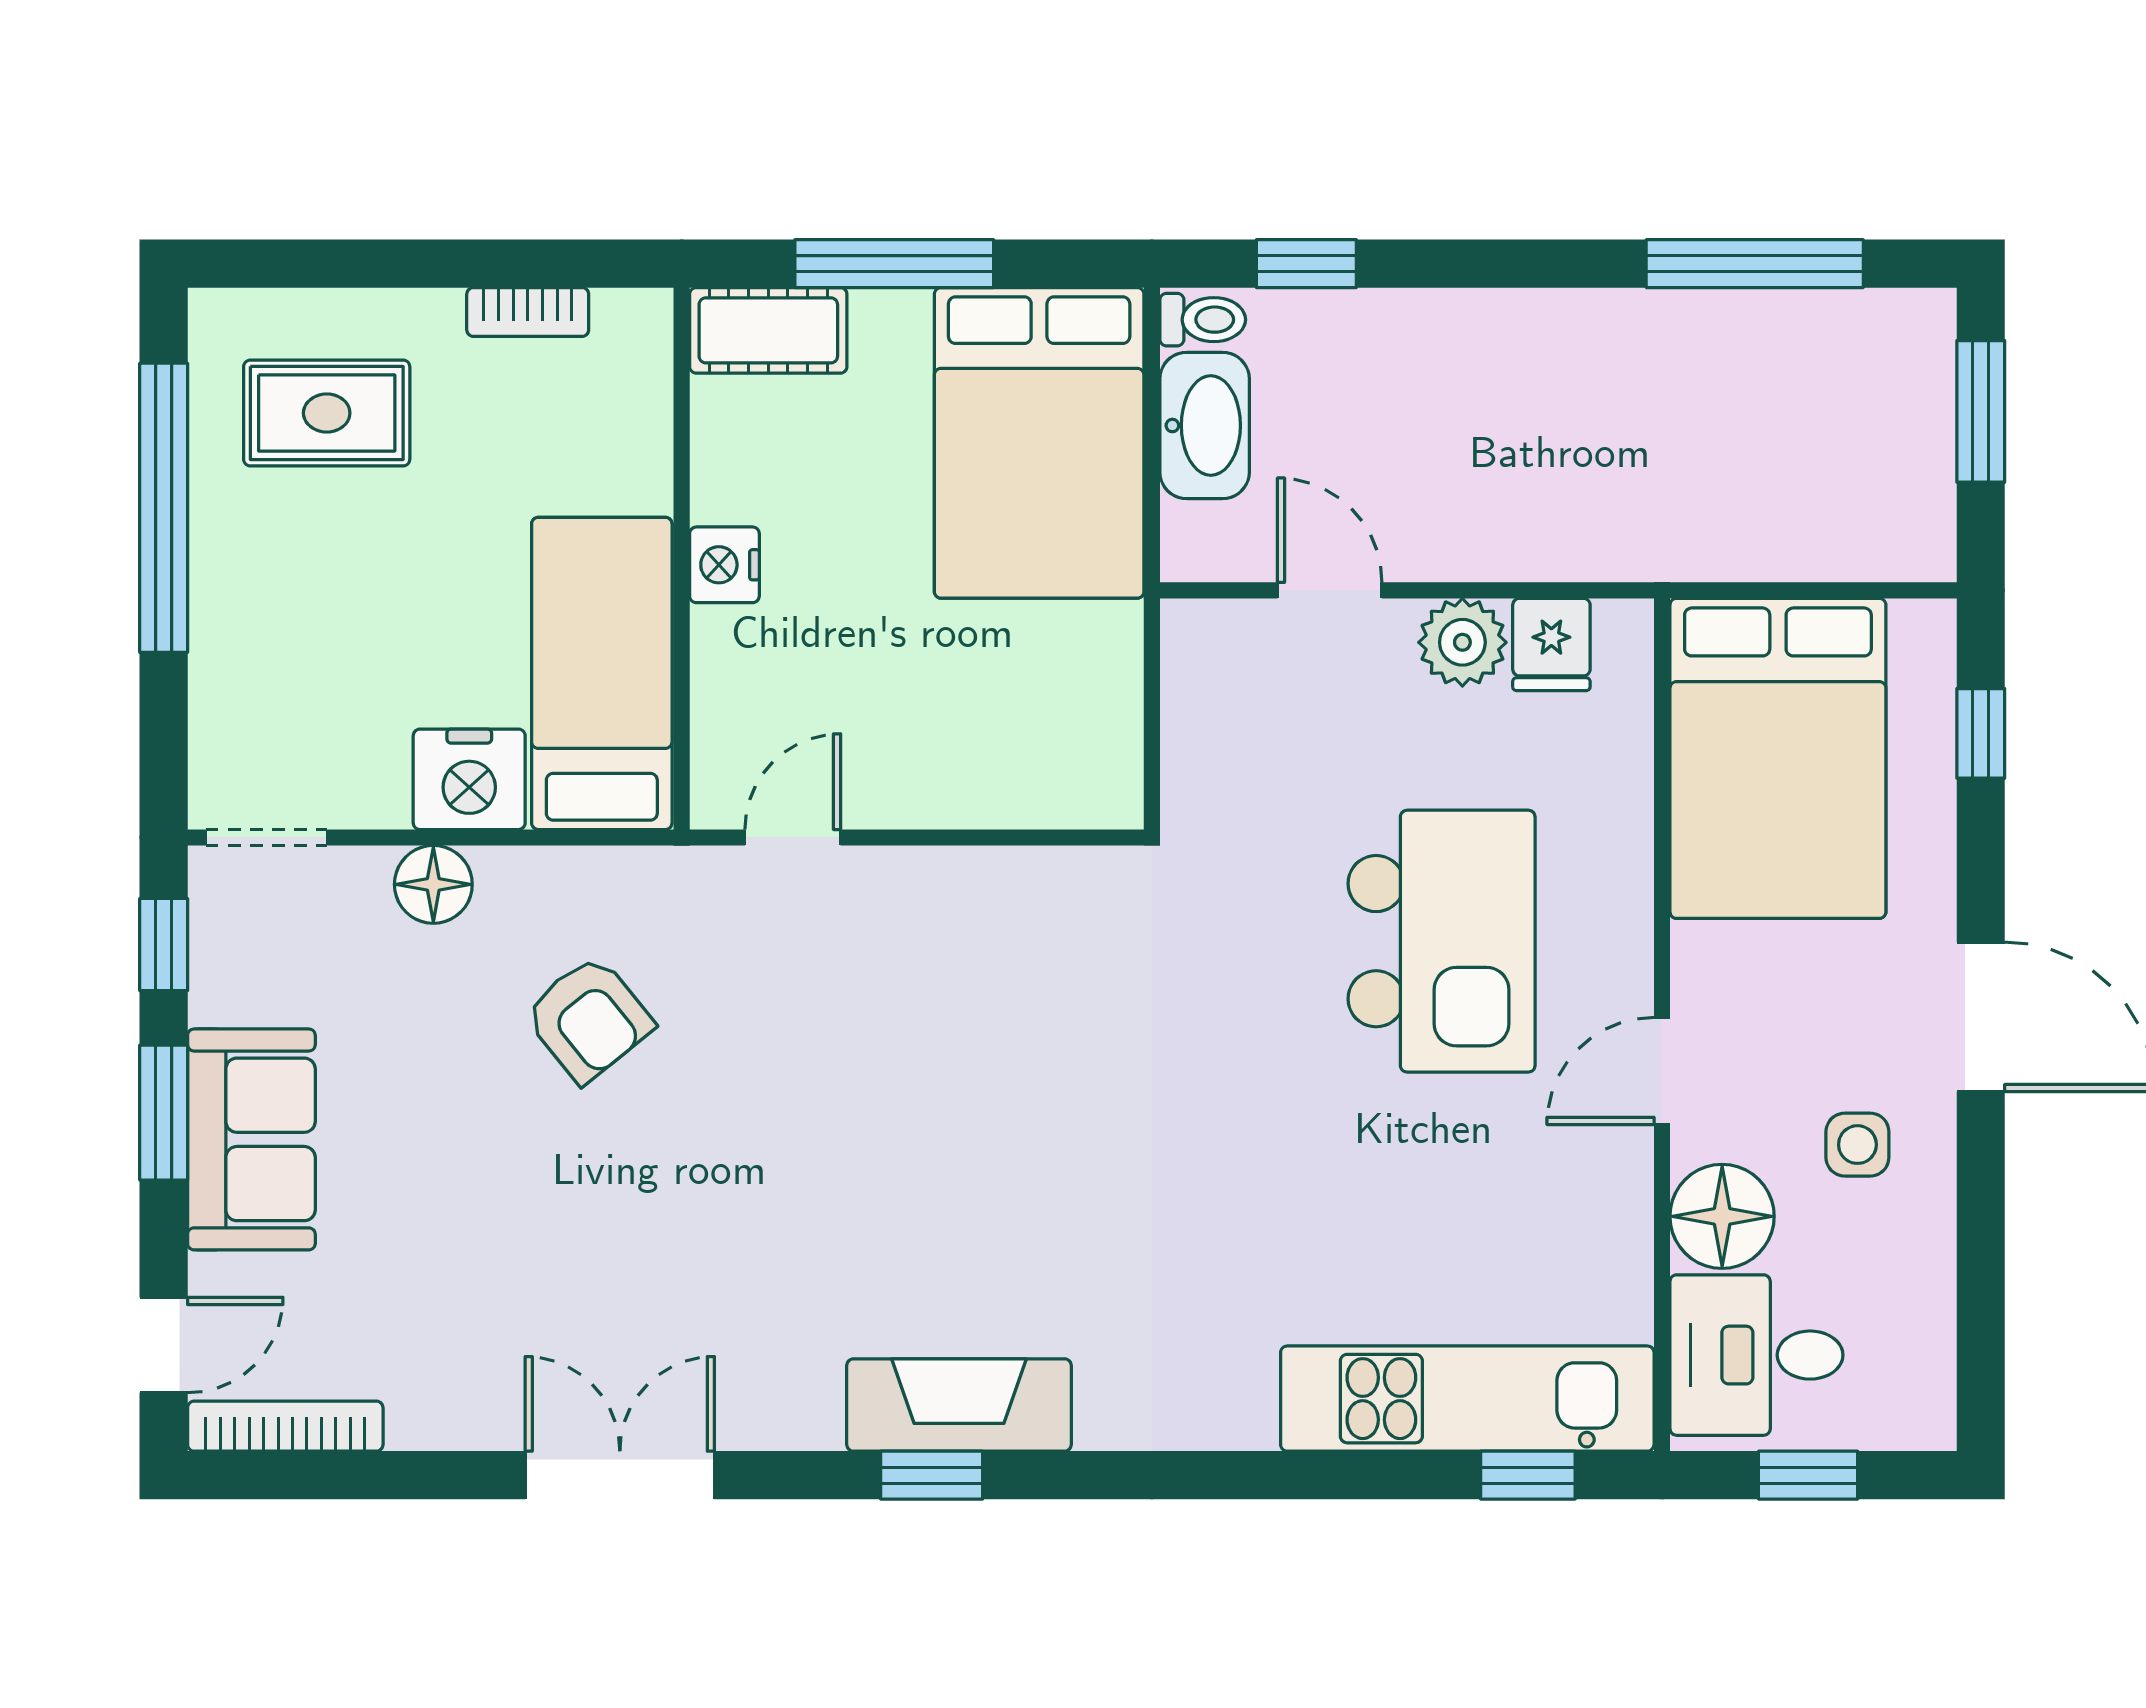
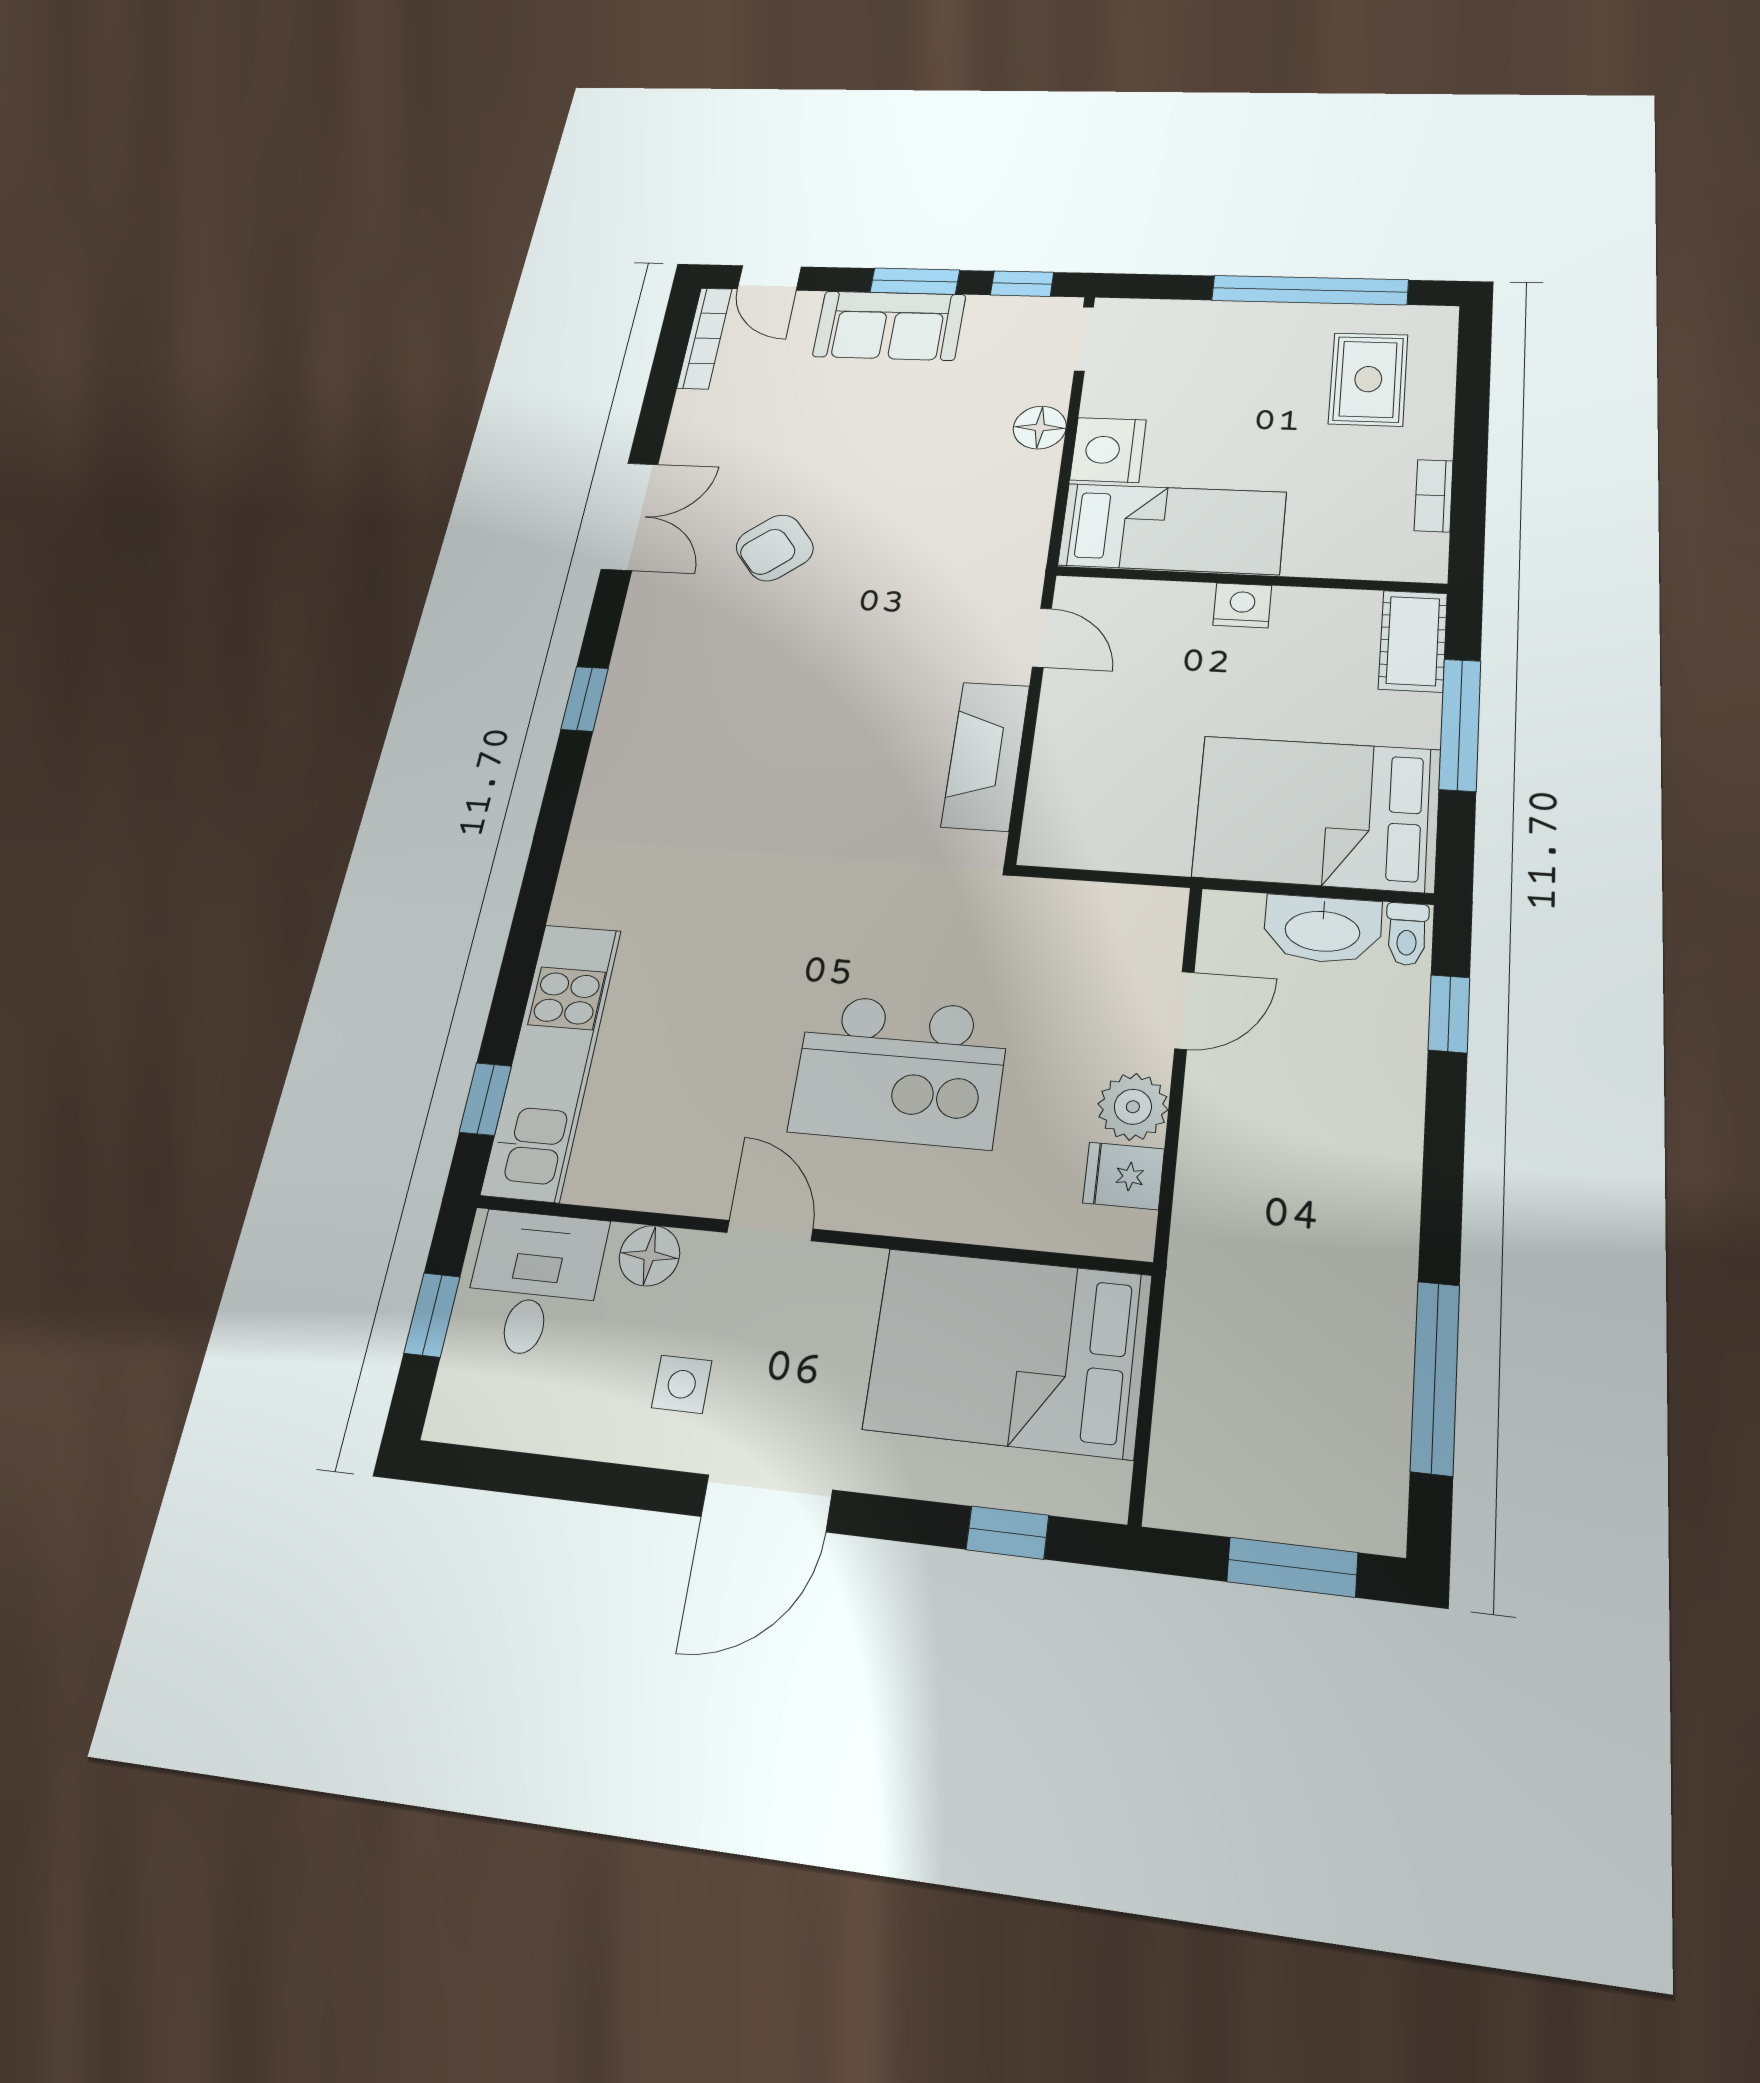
armchair: (589, 1019) -> (775, 548), moved
floor lamp: (1722, 1216) -> (649, 1256), width x0.73, depth x0.73
fireplace: (959, 1405) -> (986, 756), moved, turned 180

